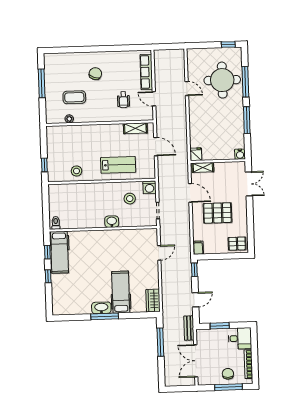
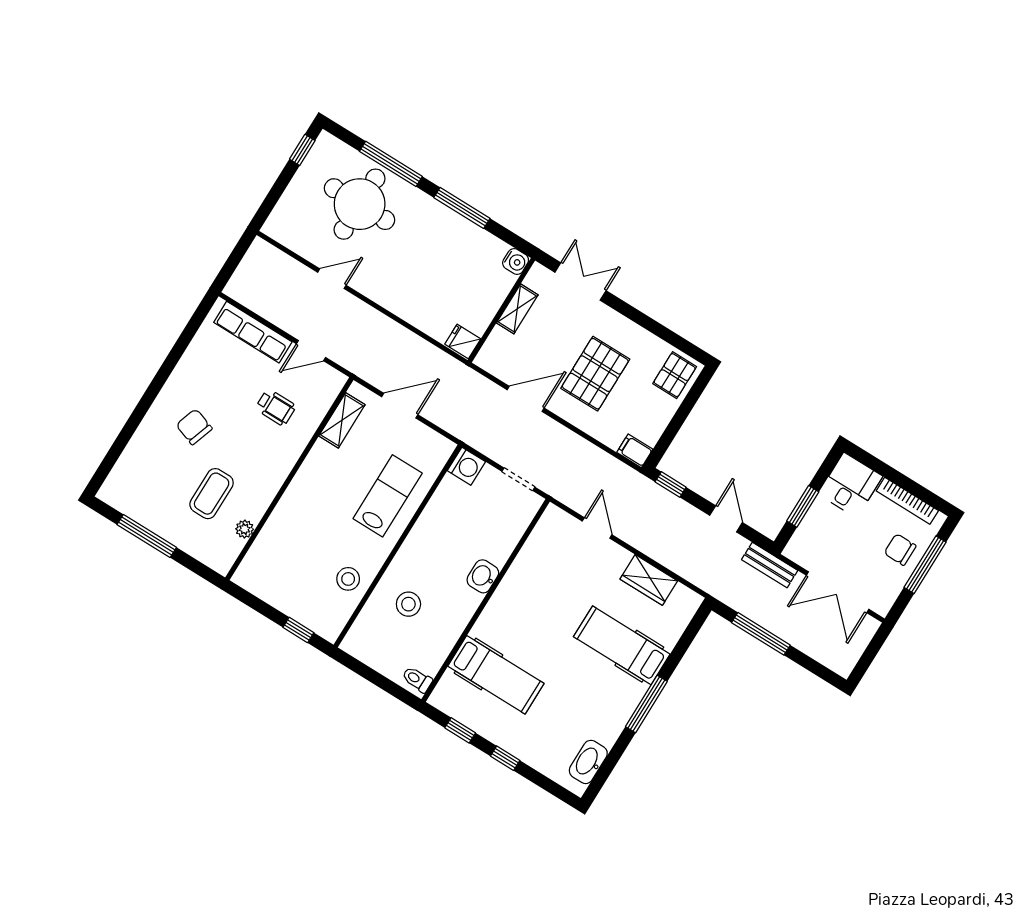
shelving: (203, 167) -> (517, 309), moved
stool: (130, 199) -> (408, 604), moved
hospital bed: (59, 252) -> (496, 675), moved
wardrobe: (153, 301) -> (649, 580), moved
washbasin: (101, 308) -> (588, 762), moved

